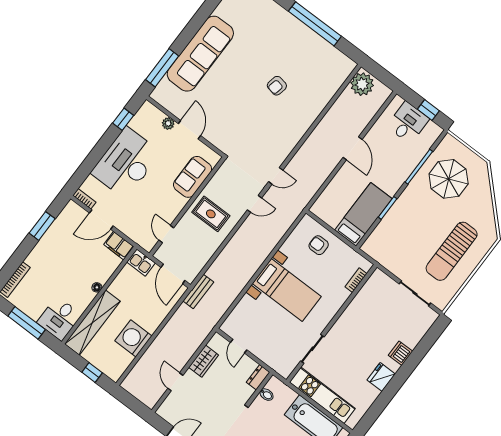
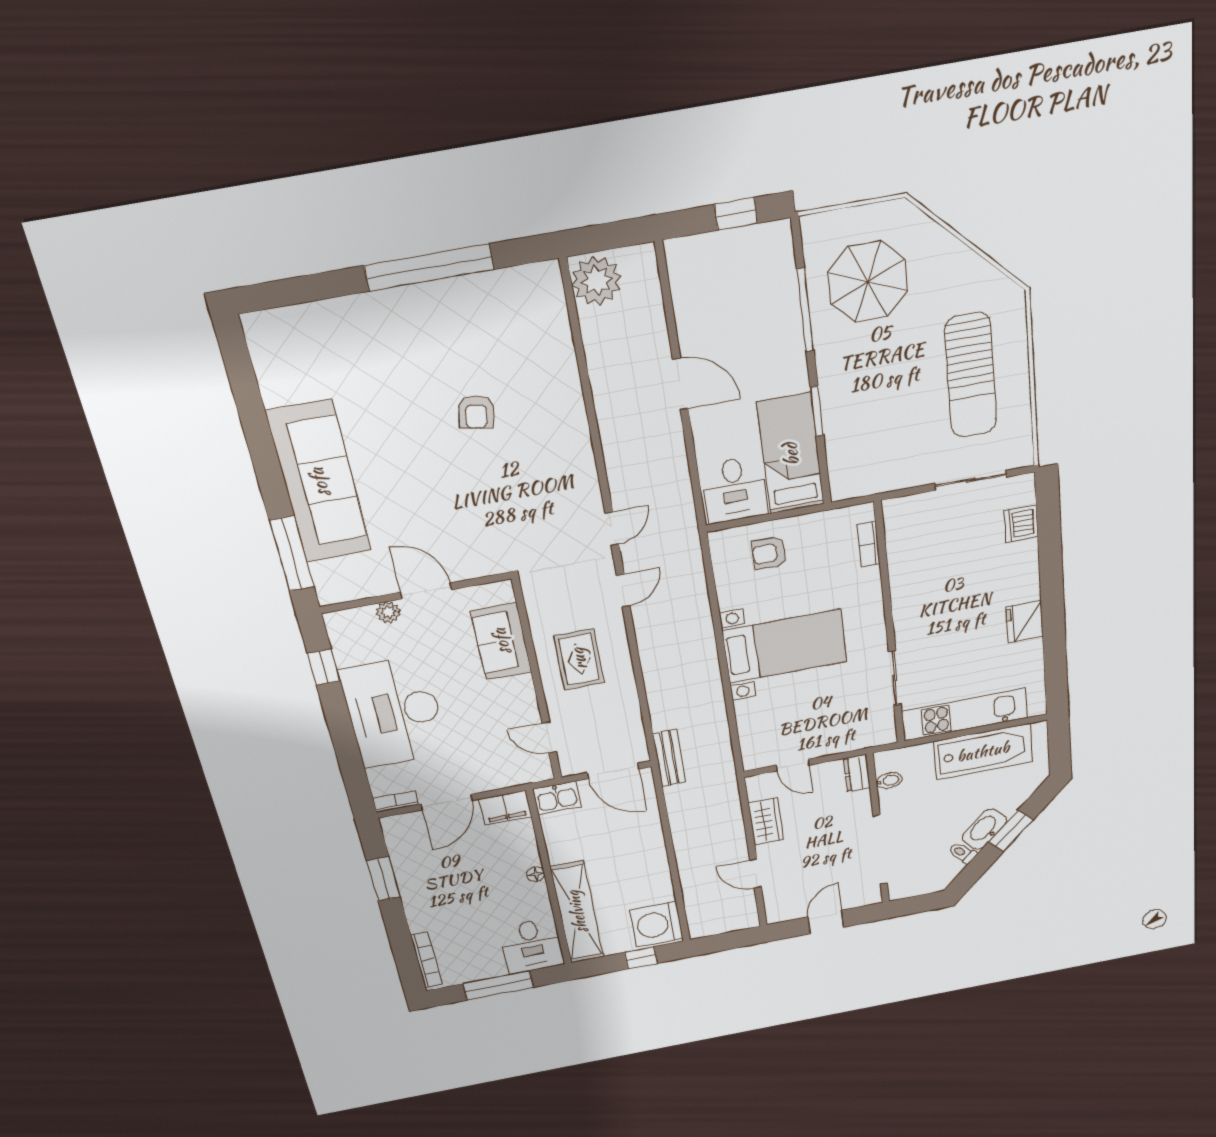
desk: (408, 123) -> (735, 490), moved, turned 180
rug: (211, 214) -> (579, 659), turned 90
washing machine: (133, 338) -> (656, 924), moved
dishwasher: (400, 353) -> (1021, 524), moved

